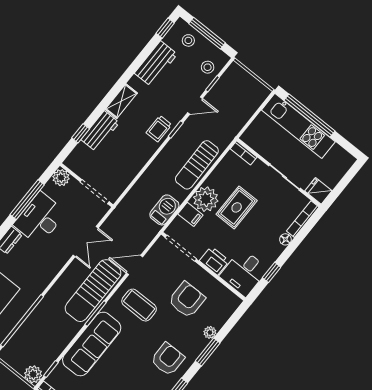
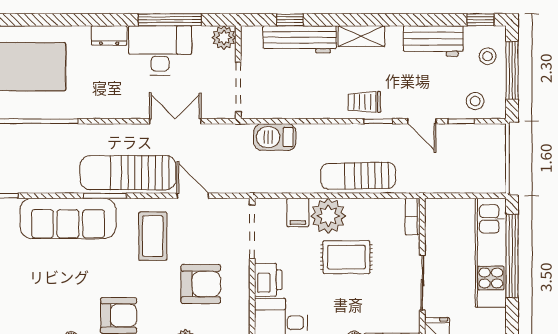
workbench: (100, 131) -> (300, 39), width x1.38
barbecue: (164, 210) -> (275, 137), moved, turned 180
double door: (86, 242) -> (175, 121), swing flipped

